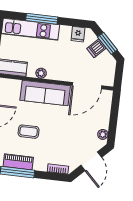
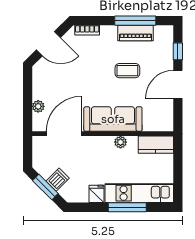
fridge: (78, 34) -> (97, 194), moved
plant: (103, 134) -> (38, 106), moved
door: (91, 161) -> (48, 44), swing flipped

